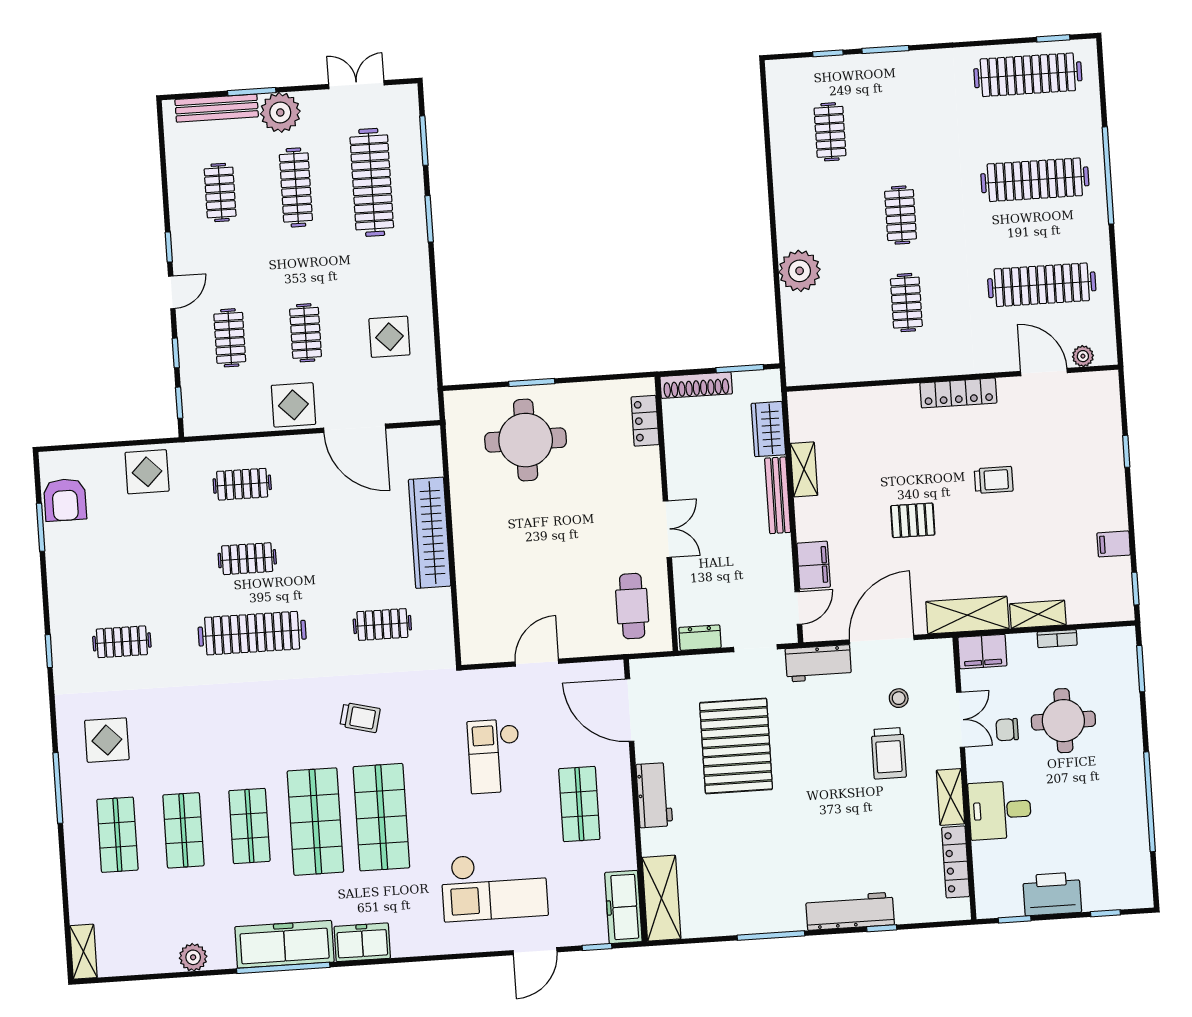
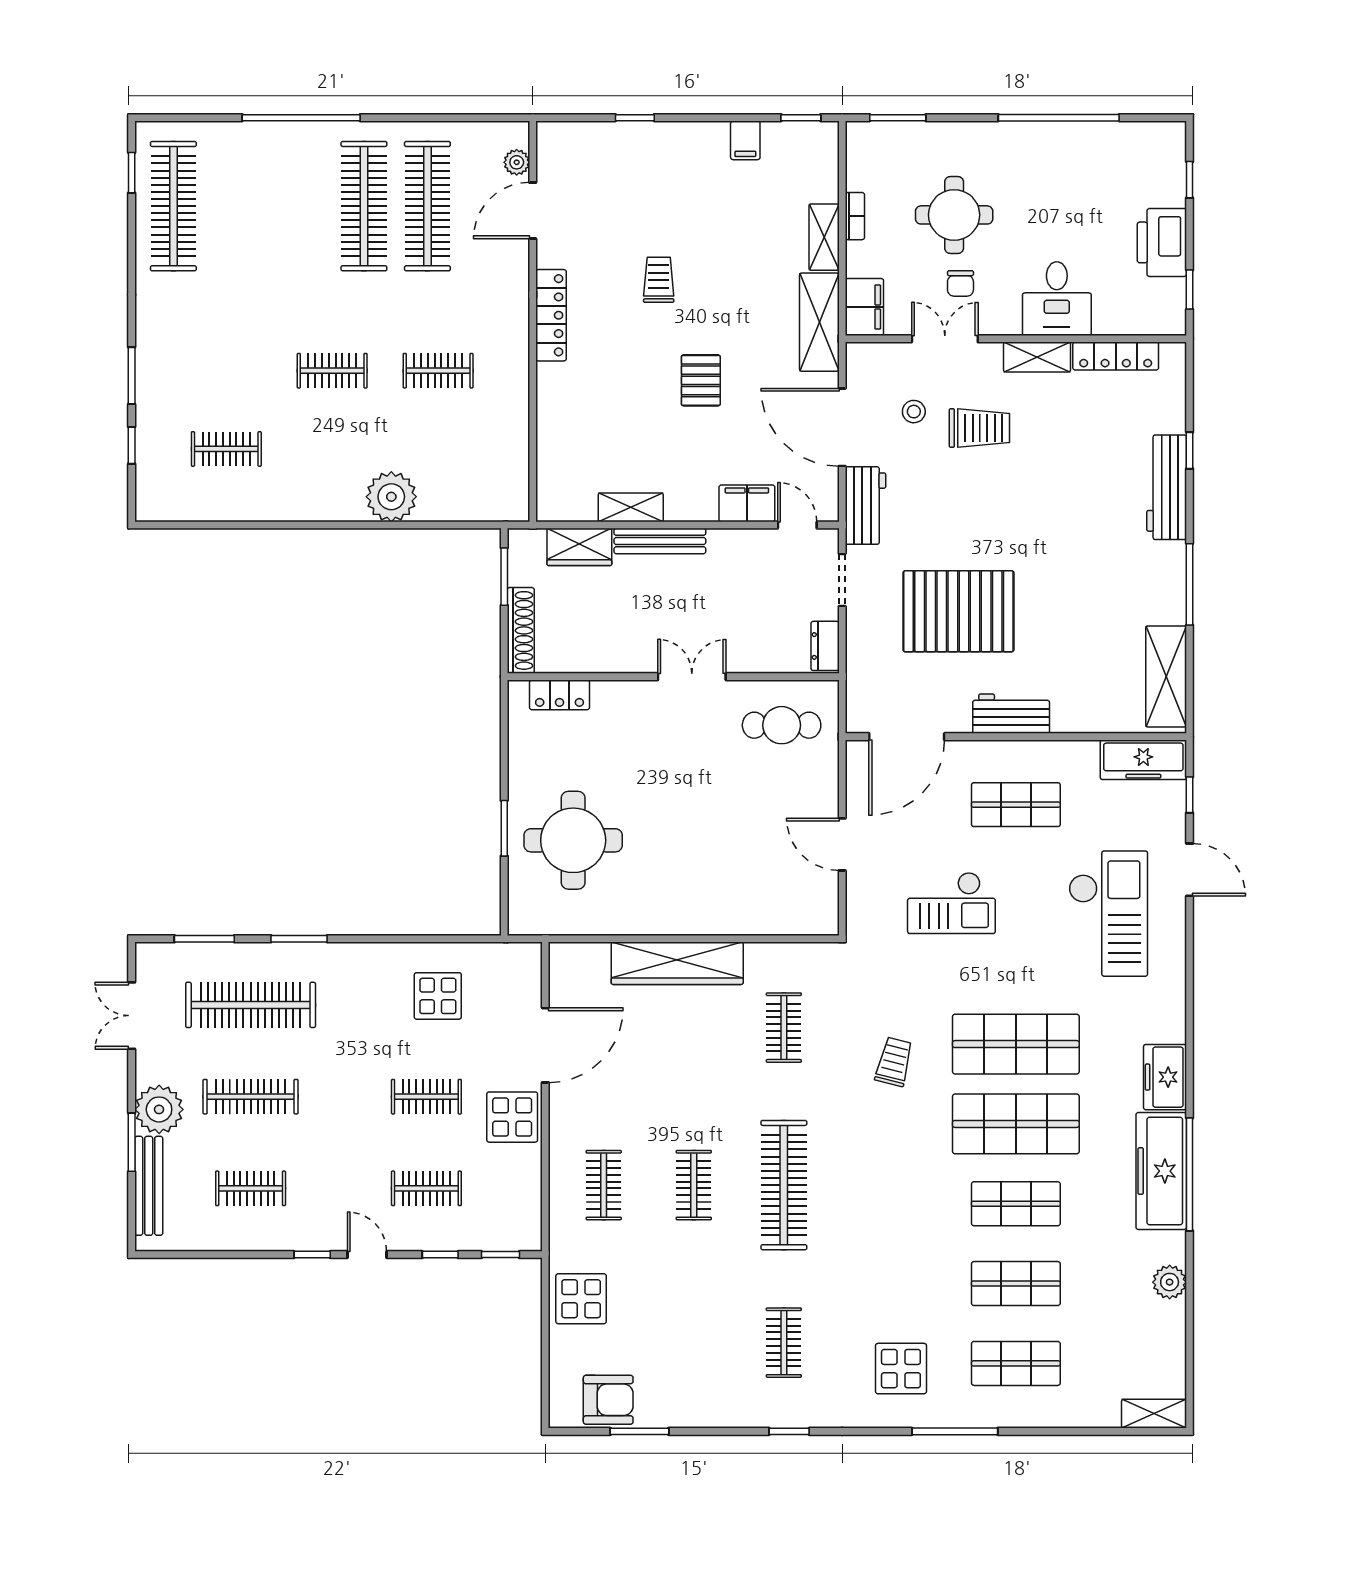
clothes rail: (1035, 180) -> (364, 206), moved
shelving: (661, 898) -> (1166, 676), moved, turned 90

